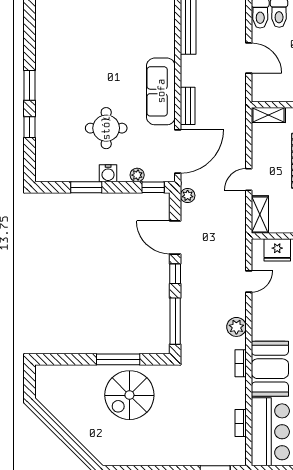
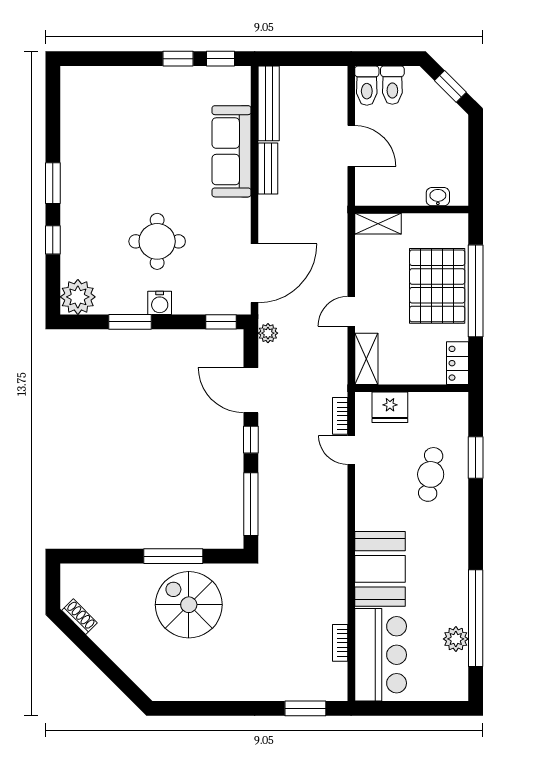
sofa: (161, 91) -> (231, 151), moved
bench: (188, 106) -> (268, 168), moved
plant: (137, 175) -> (78, 297), moved, width x1.88, depth x1.88
door: (249, 281) -> (351, 450), swing flipped
plant: (236, 327) -> (334, 512), removed
bookcase: (241, 363) -> (340, 416), moved
spiral stairs: (129, 395) -> (189, 605), turned 90
shoe rack: (49, 404) -> (79, 617), added

